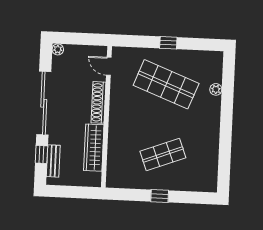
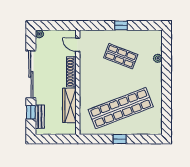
shop shelf: (166, 84) -> (121, 56), width x0.70, depth x0.74
shop shelf: (163, 154) -> (121, 108), width x2.00, depth x1.36

